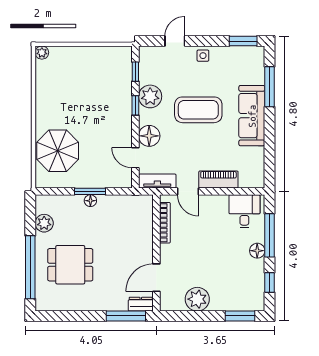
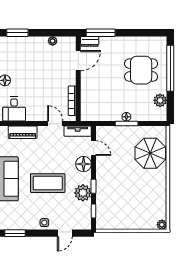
piano: (218, 179) -> (23, 132), moved
plant: (197, 299) -> (53, 41), width x0.53, depth x0.53

